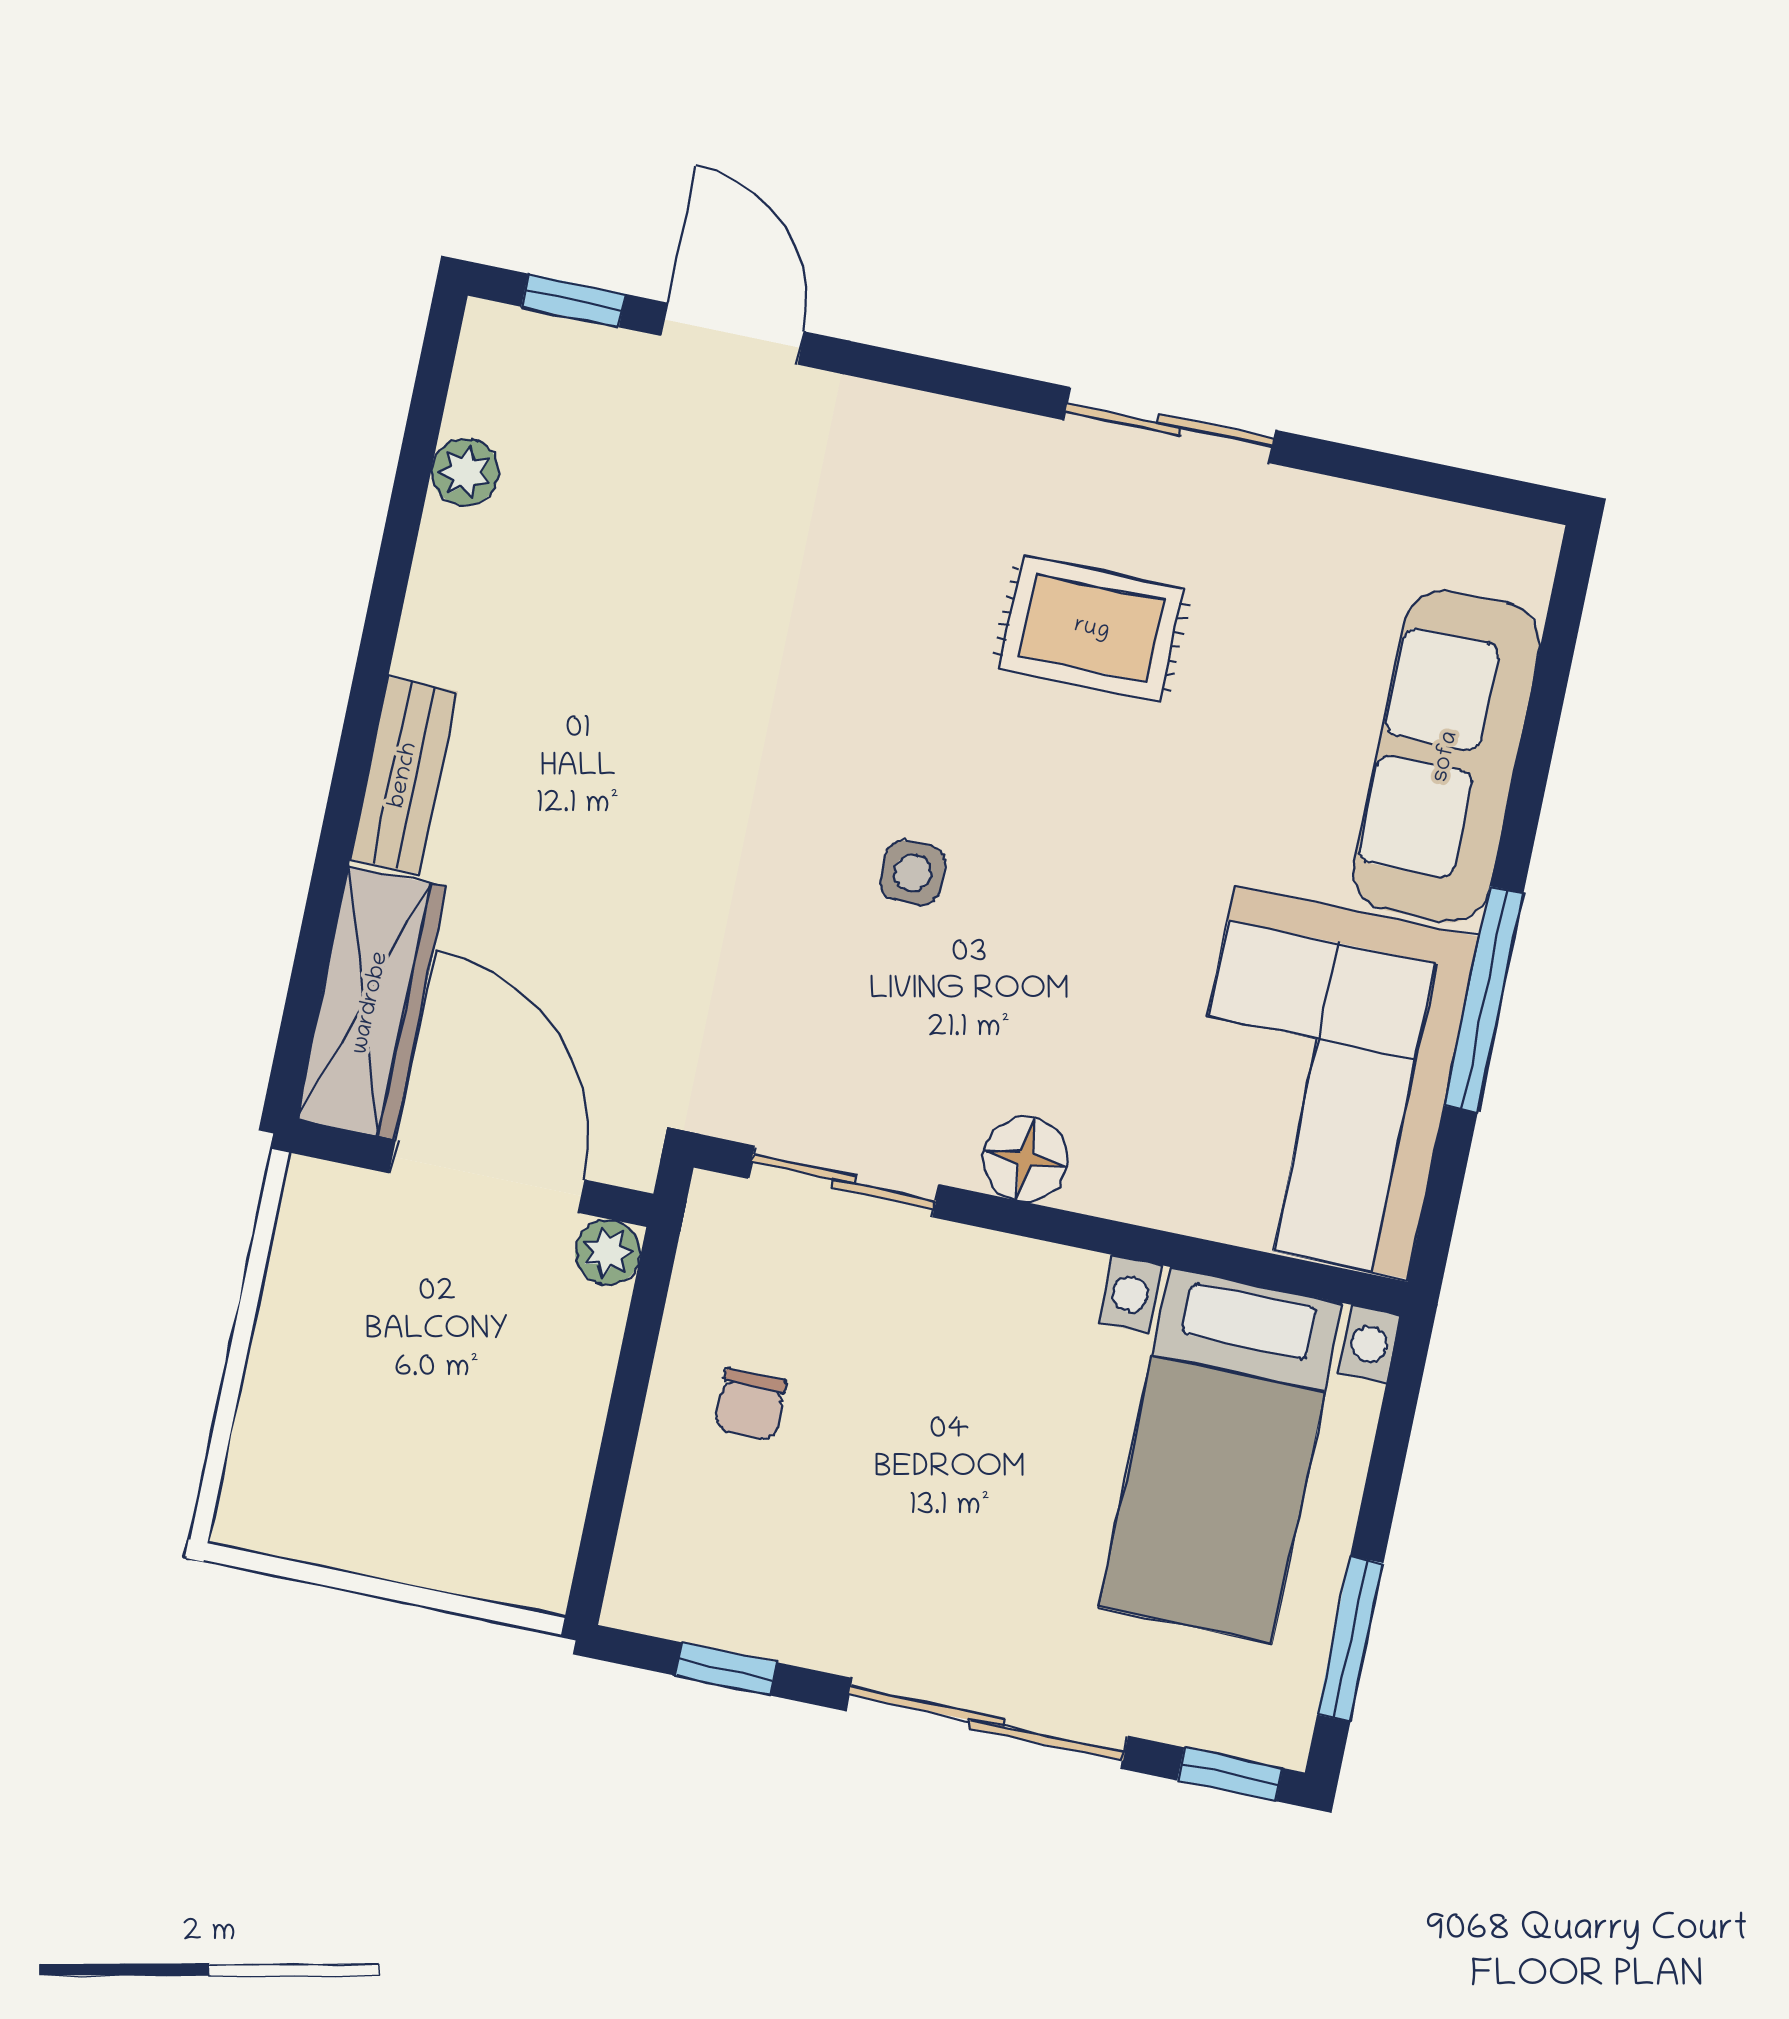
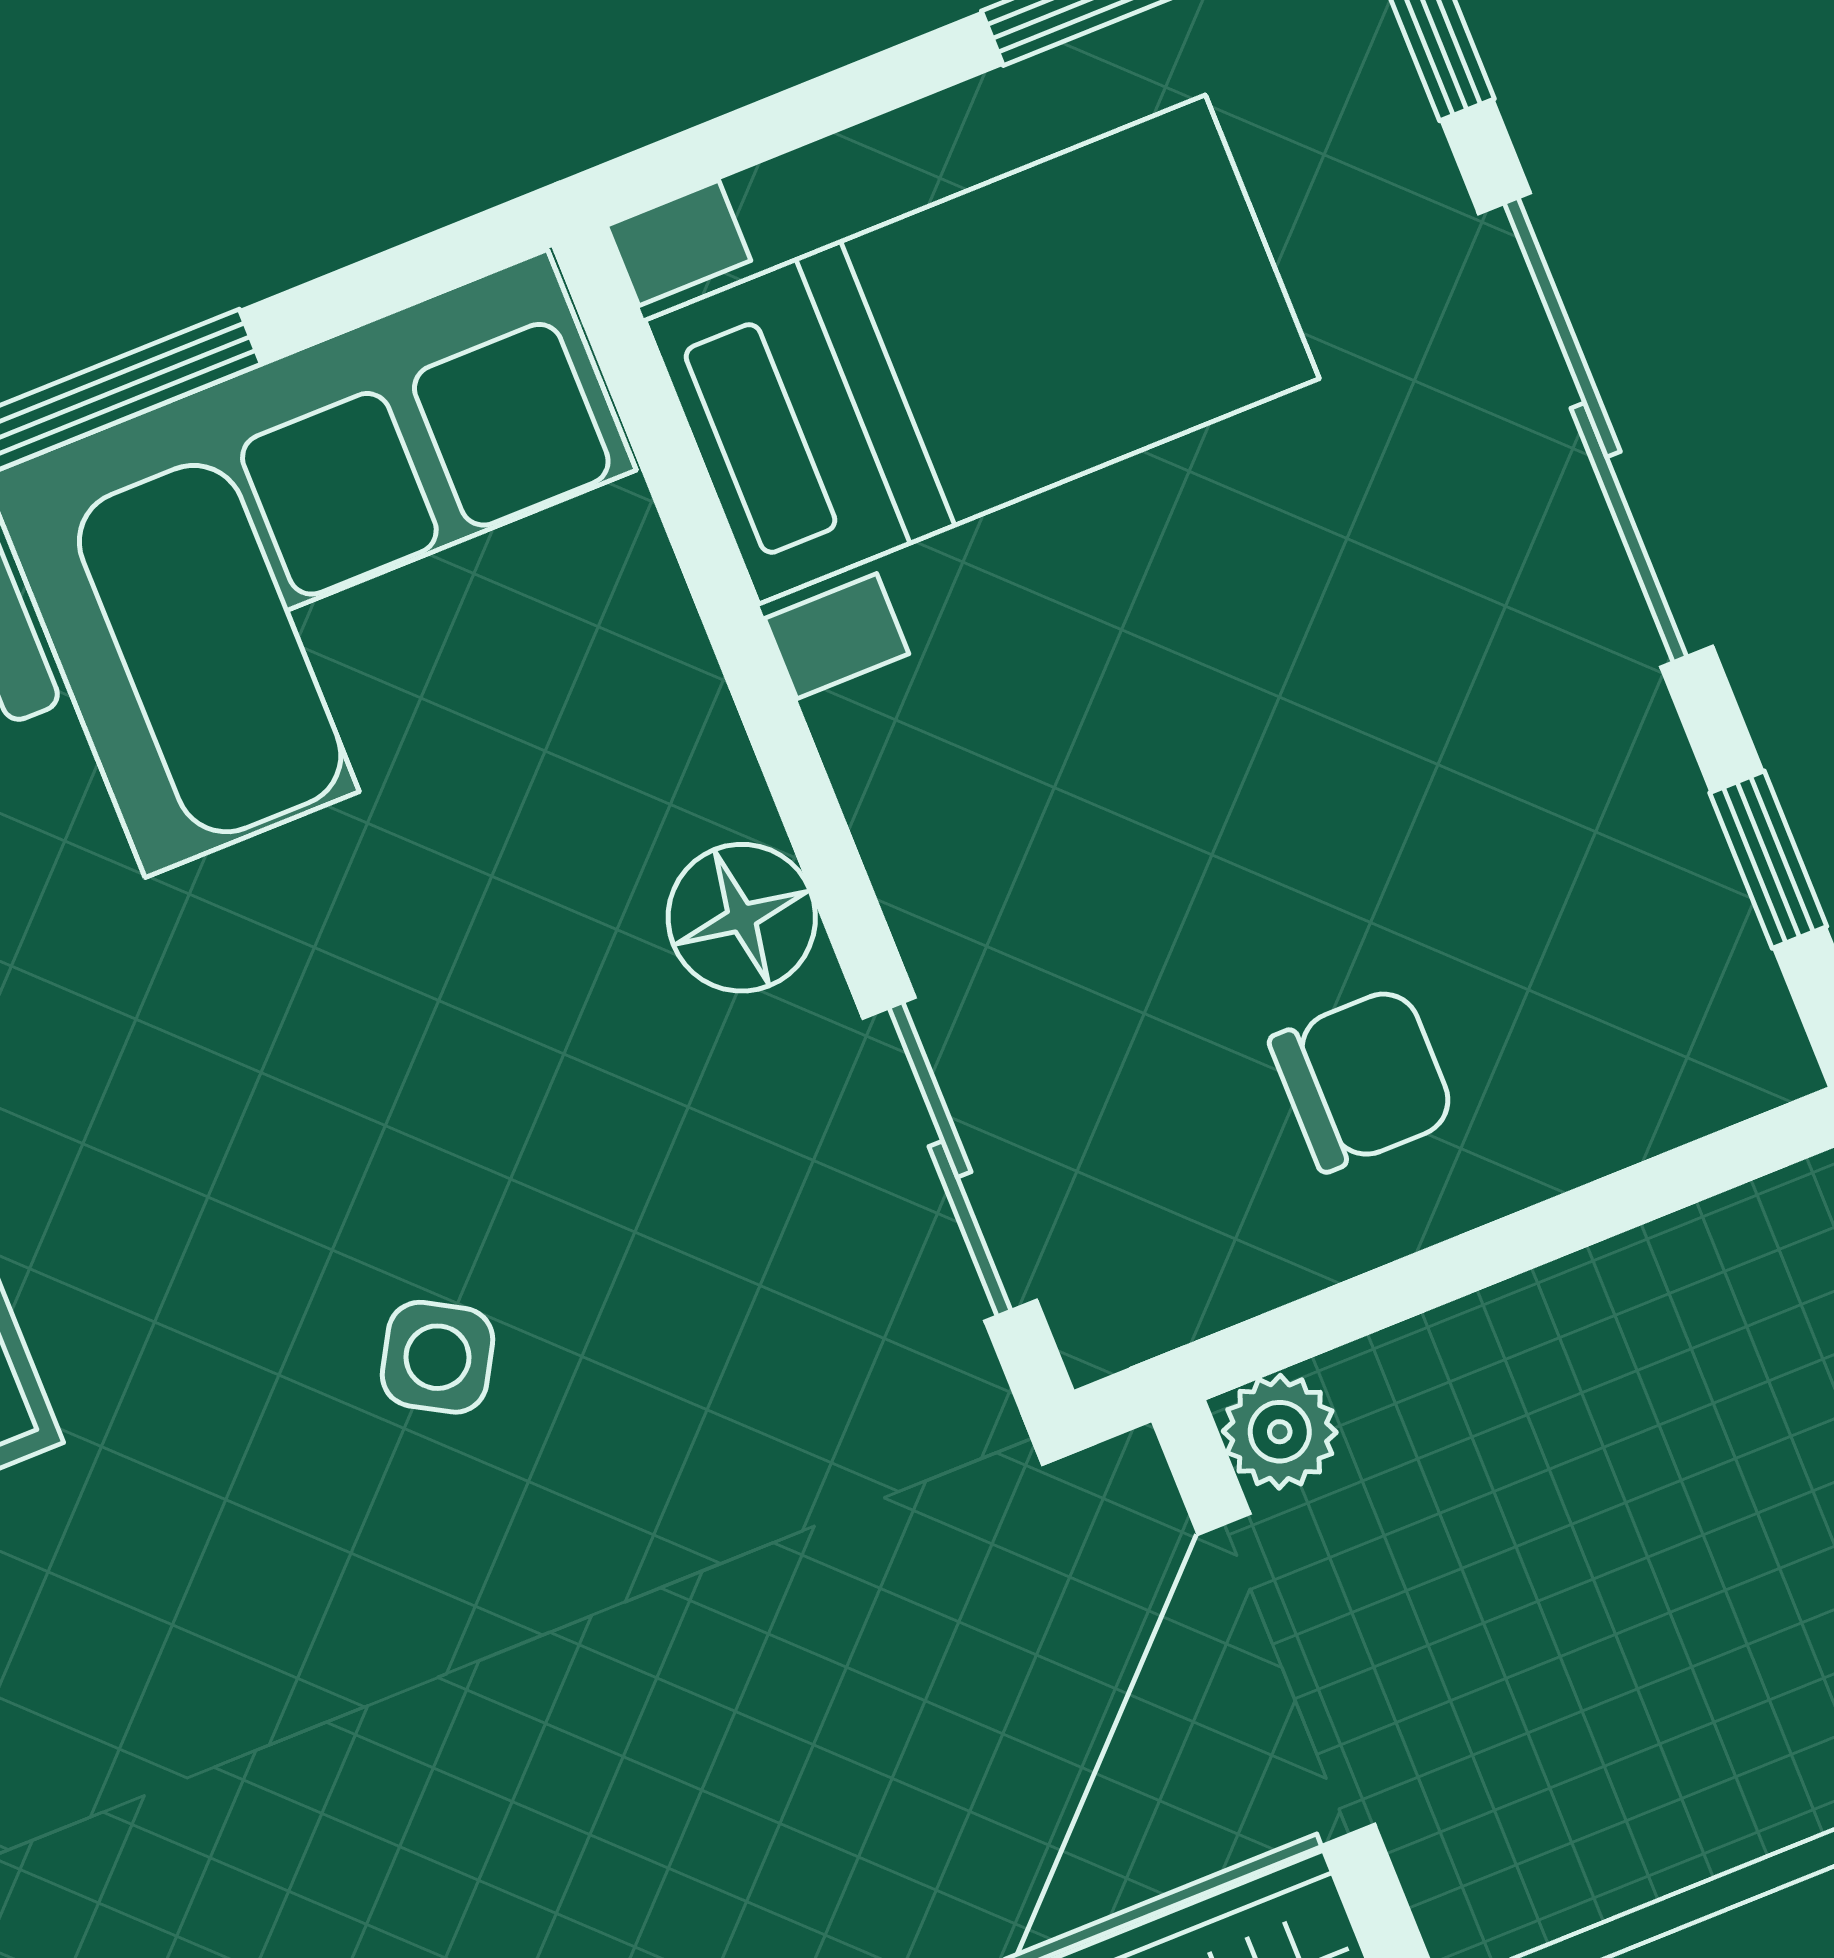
side table: (912, 873) -> (438, 1357), turned 30
chair: (750, 1405) -> (1363, 1079), width x1.37, depth x1.37

